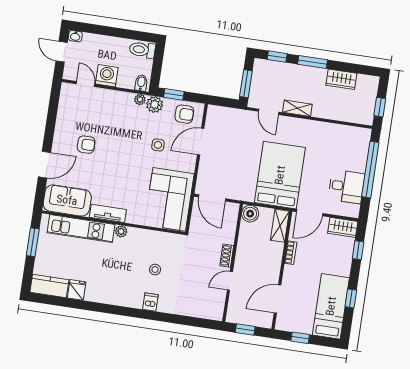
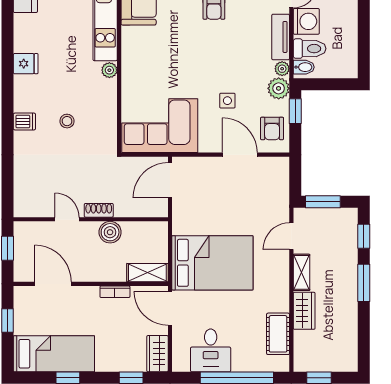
toilet: (142, 50) -> (310, 49), moved, turned 90
wardrobe: (341, 79) -> (304, 311), moved, turned 180
cot: (342, 133) -> (278, 334), added
tv unit: (108, 213) -> (281, 37), moved, turned 180
boiler: (250, 214) -> (110, 232), moved
fridge: (77, 290) -> (26, 64), moved

